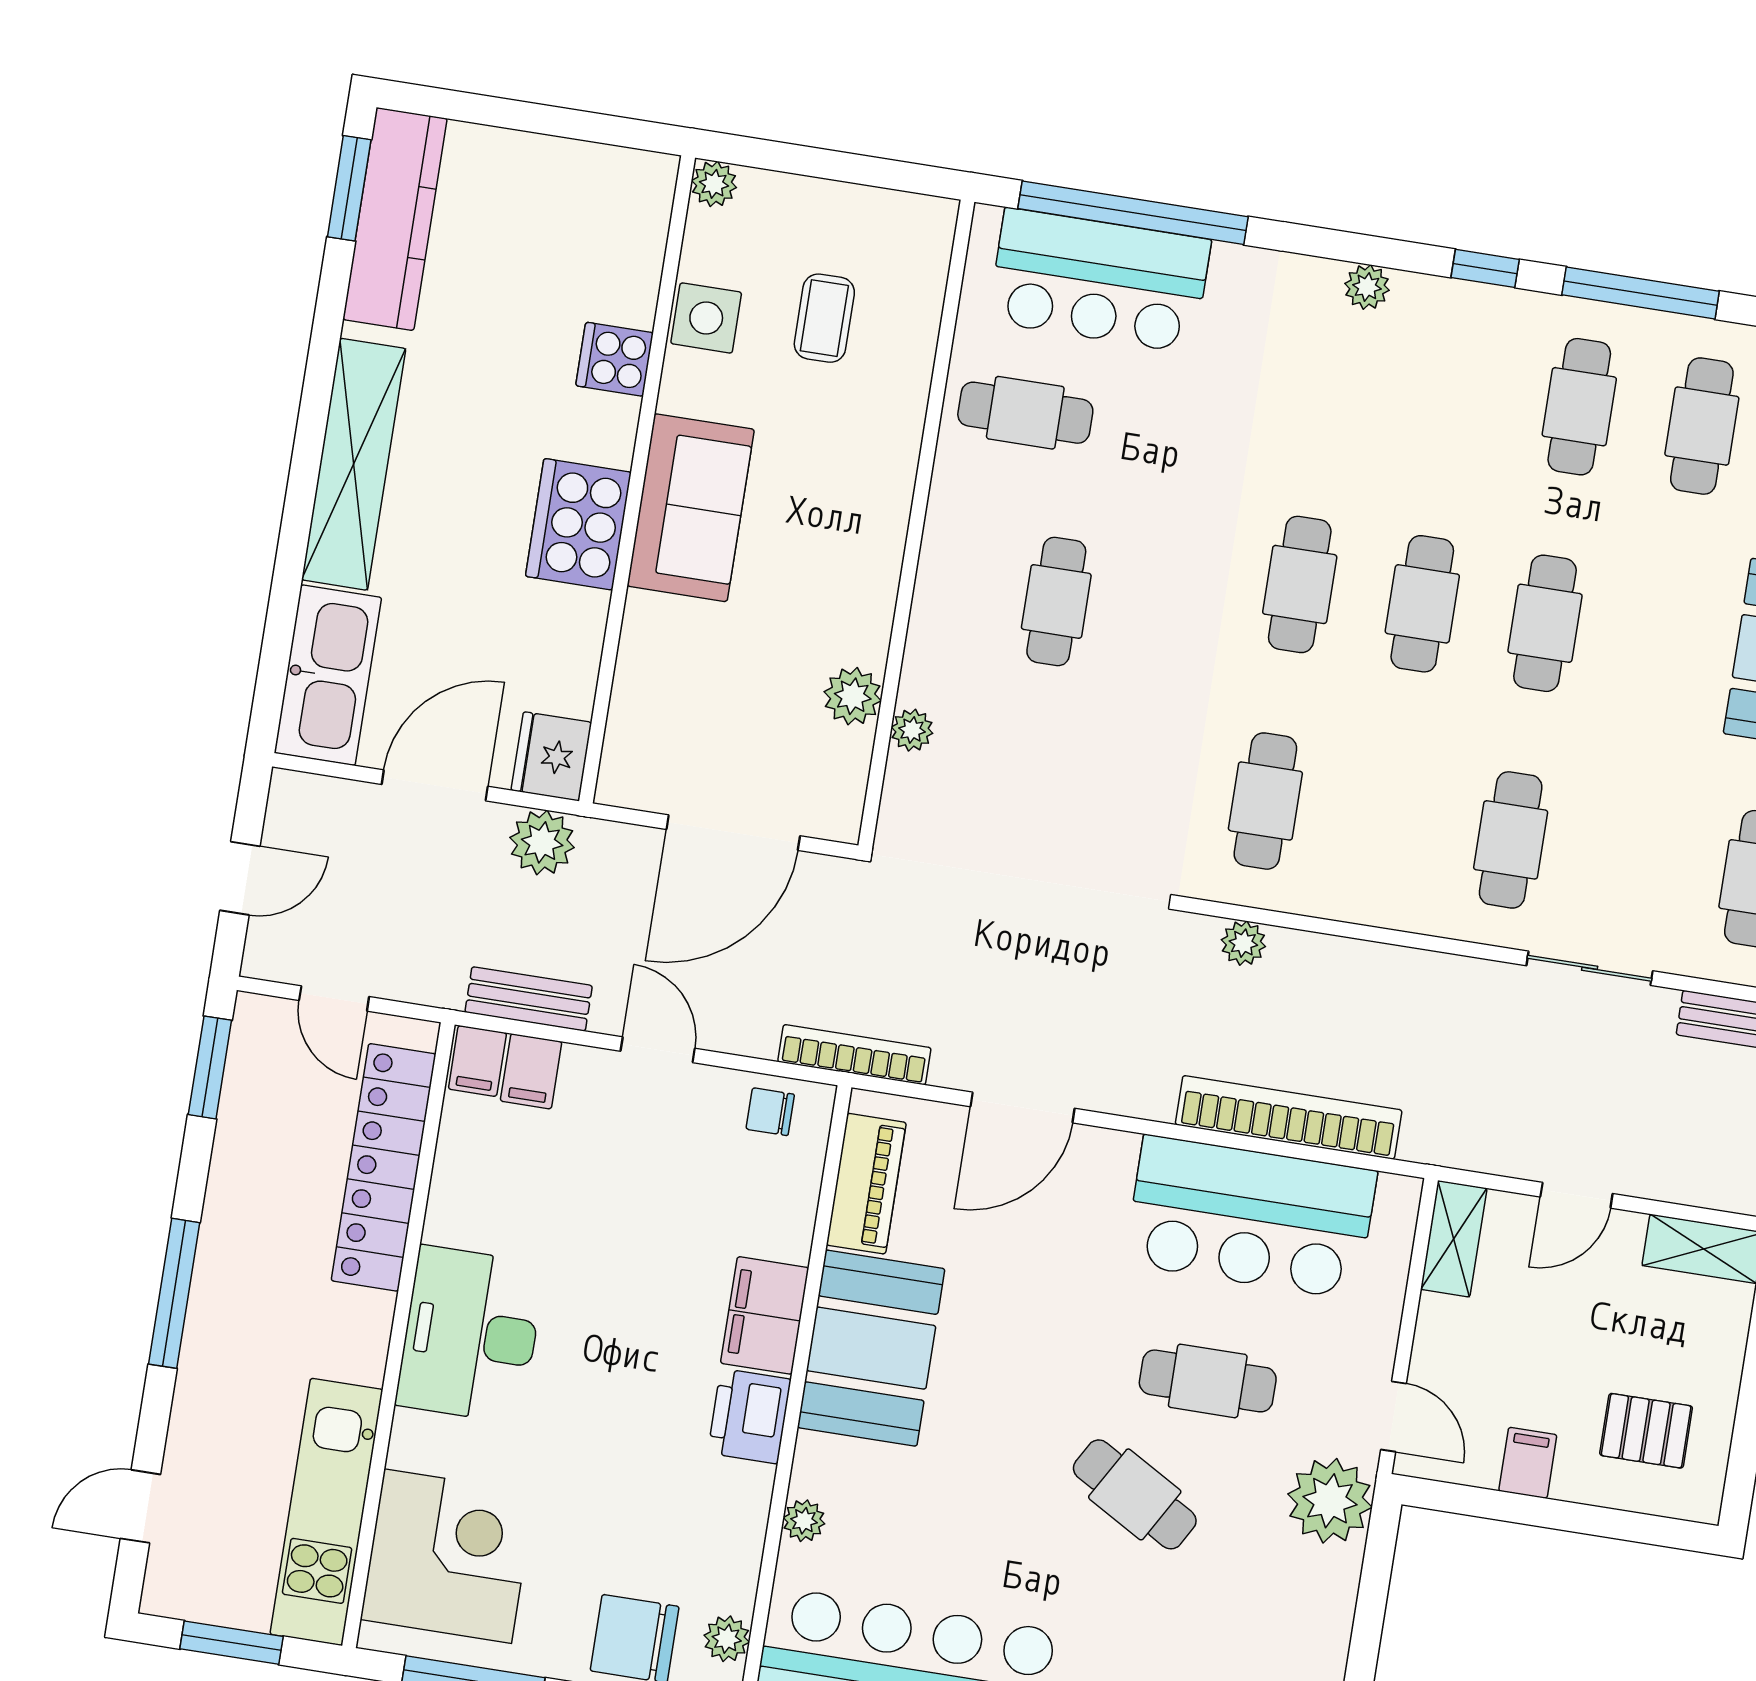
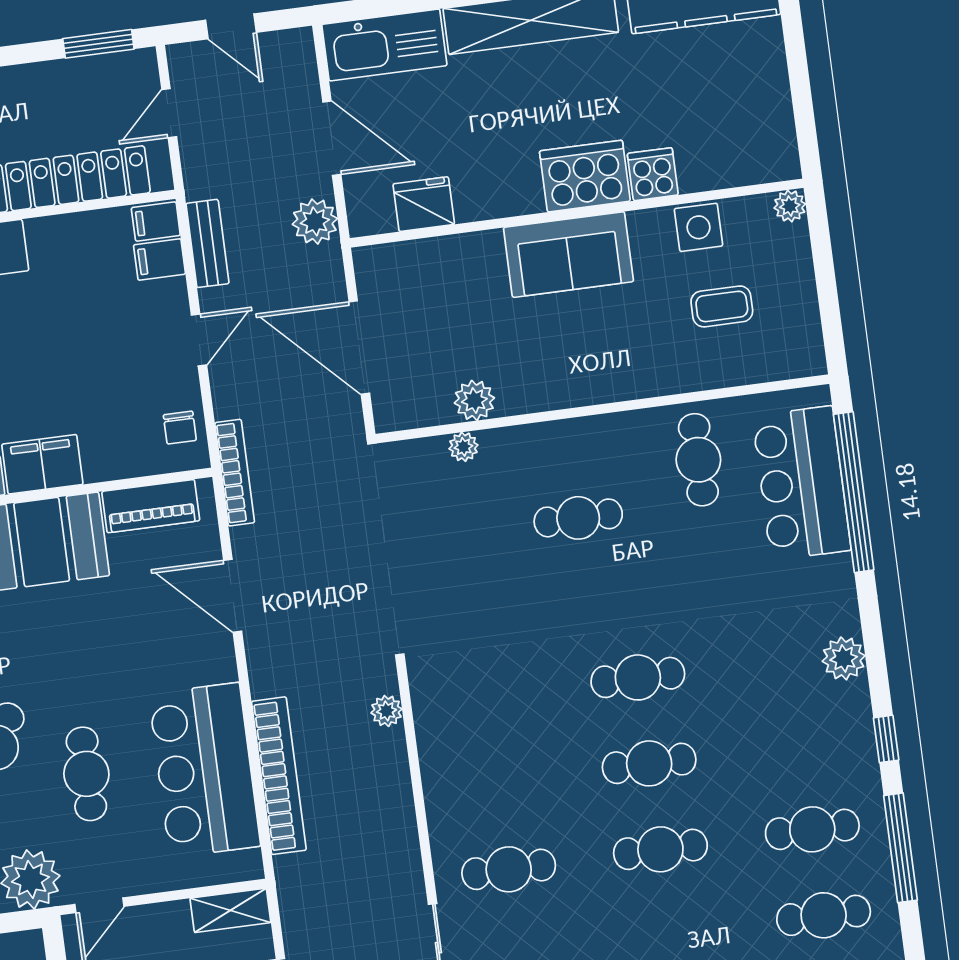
plant: (1367, 287) -> (844, 658), width x1.38, depth x1.38
cooker: (578, 524) -> (585, 176), moved
fridge: (551, 756) -> (424, 204), moved
cafe table: (1265, 801) -> (486, 697), removed
chair: (770, 1112) -> (180, 428), turned 180

